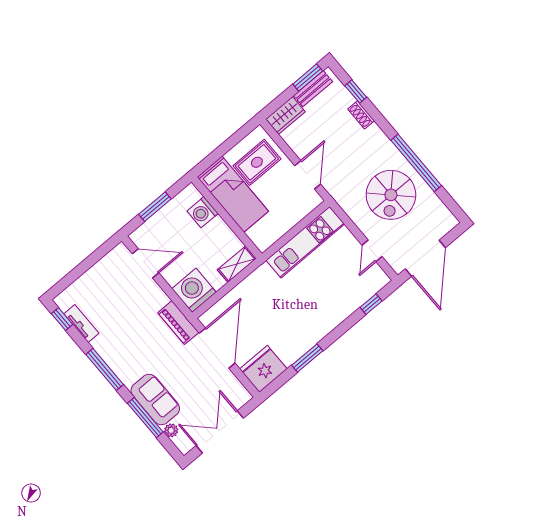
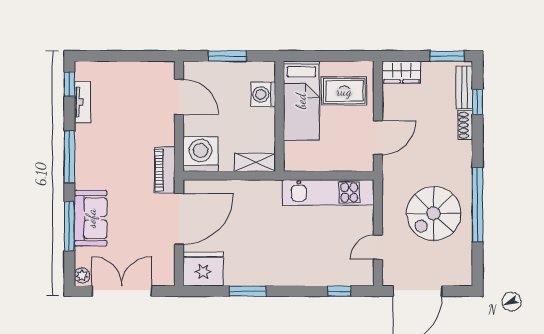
bench: (313, 89) -> (464, 88), moved, turned 90
plant: (171, 430) -> (82, 276), moved

